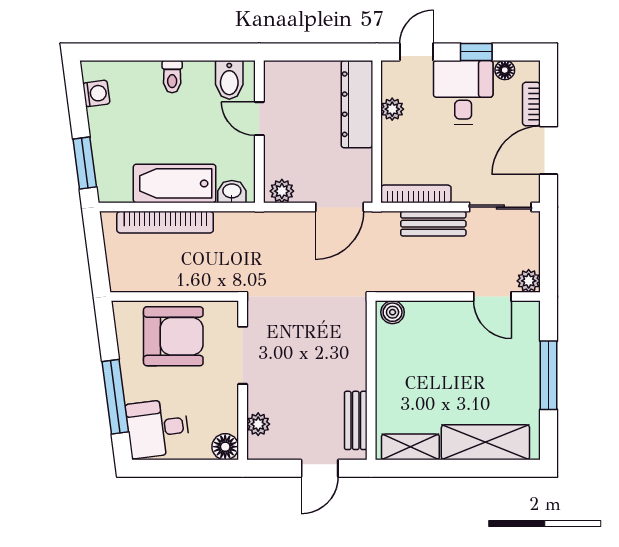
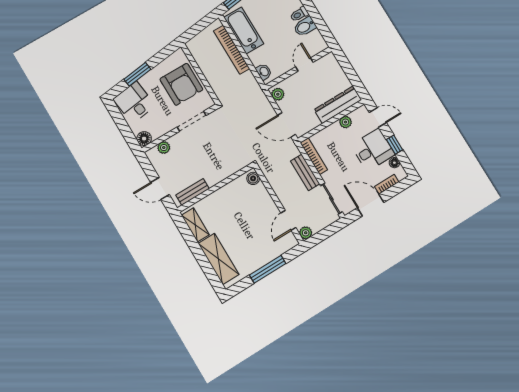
bidet: (229, 80) -> (305, 27), moved
bathtub: (175, 183) -> (244, 30), moved
window: (115, 397) -> (137, 74), width x0.69

